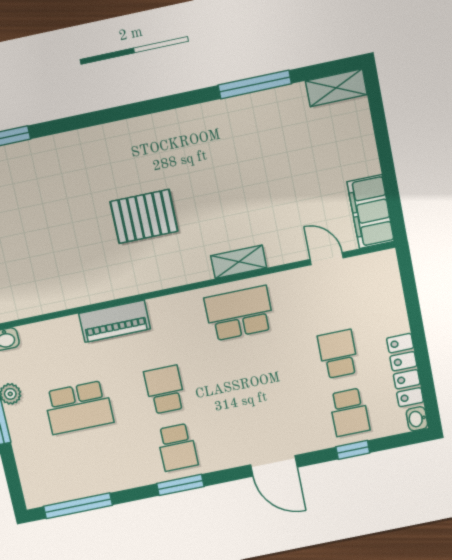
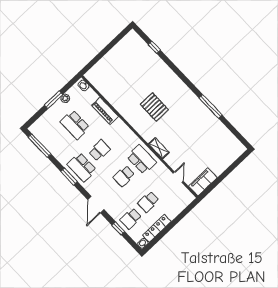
window: (255, 84) -> (211, 106), moved
shelving: (336, 88) -> (236, 144), removed
piano: (115, 321) -> (105, 111), moved
school desk: (338, 354) -> (148, 202), turned 180
school desk: (251, 372) -> (124, 176), added
school desk: (177, 447) -> (82, 167), width x1.85

